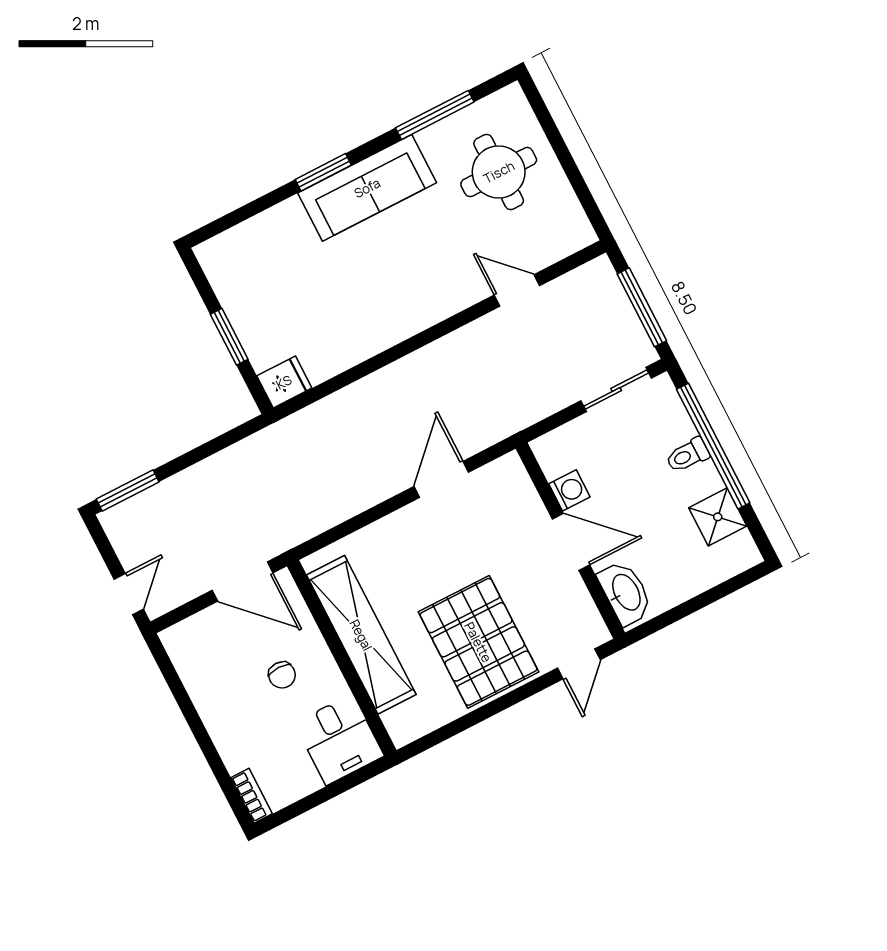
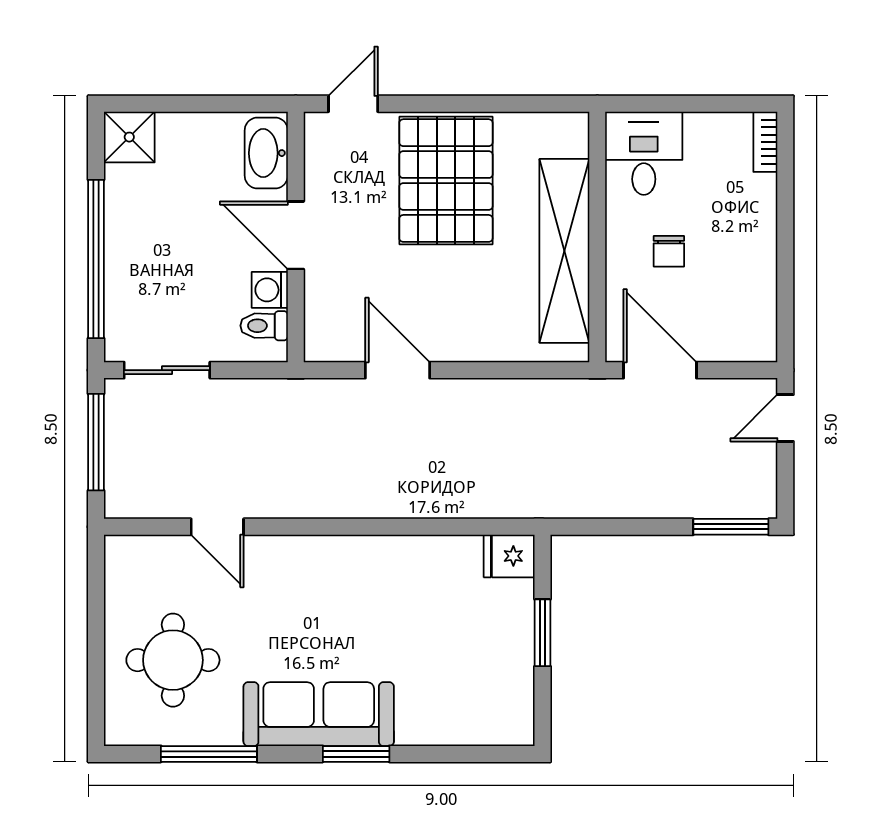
toilet: (688, 455) -> (264, 326), moved, turned 180
door: (441, 479) -> (398, 370), swing flipped
shower: (718, 517) -> (129, 137), moved
chair: (282, 675) -> (669, 251), turned 180

